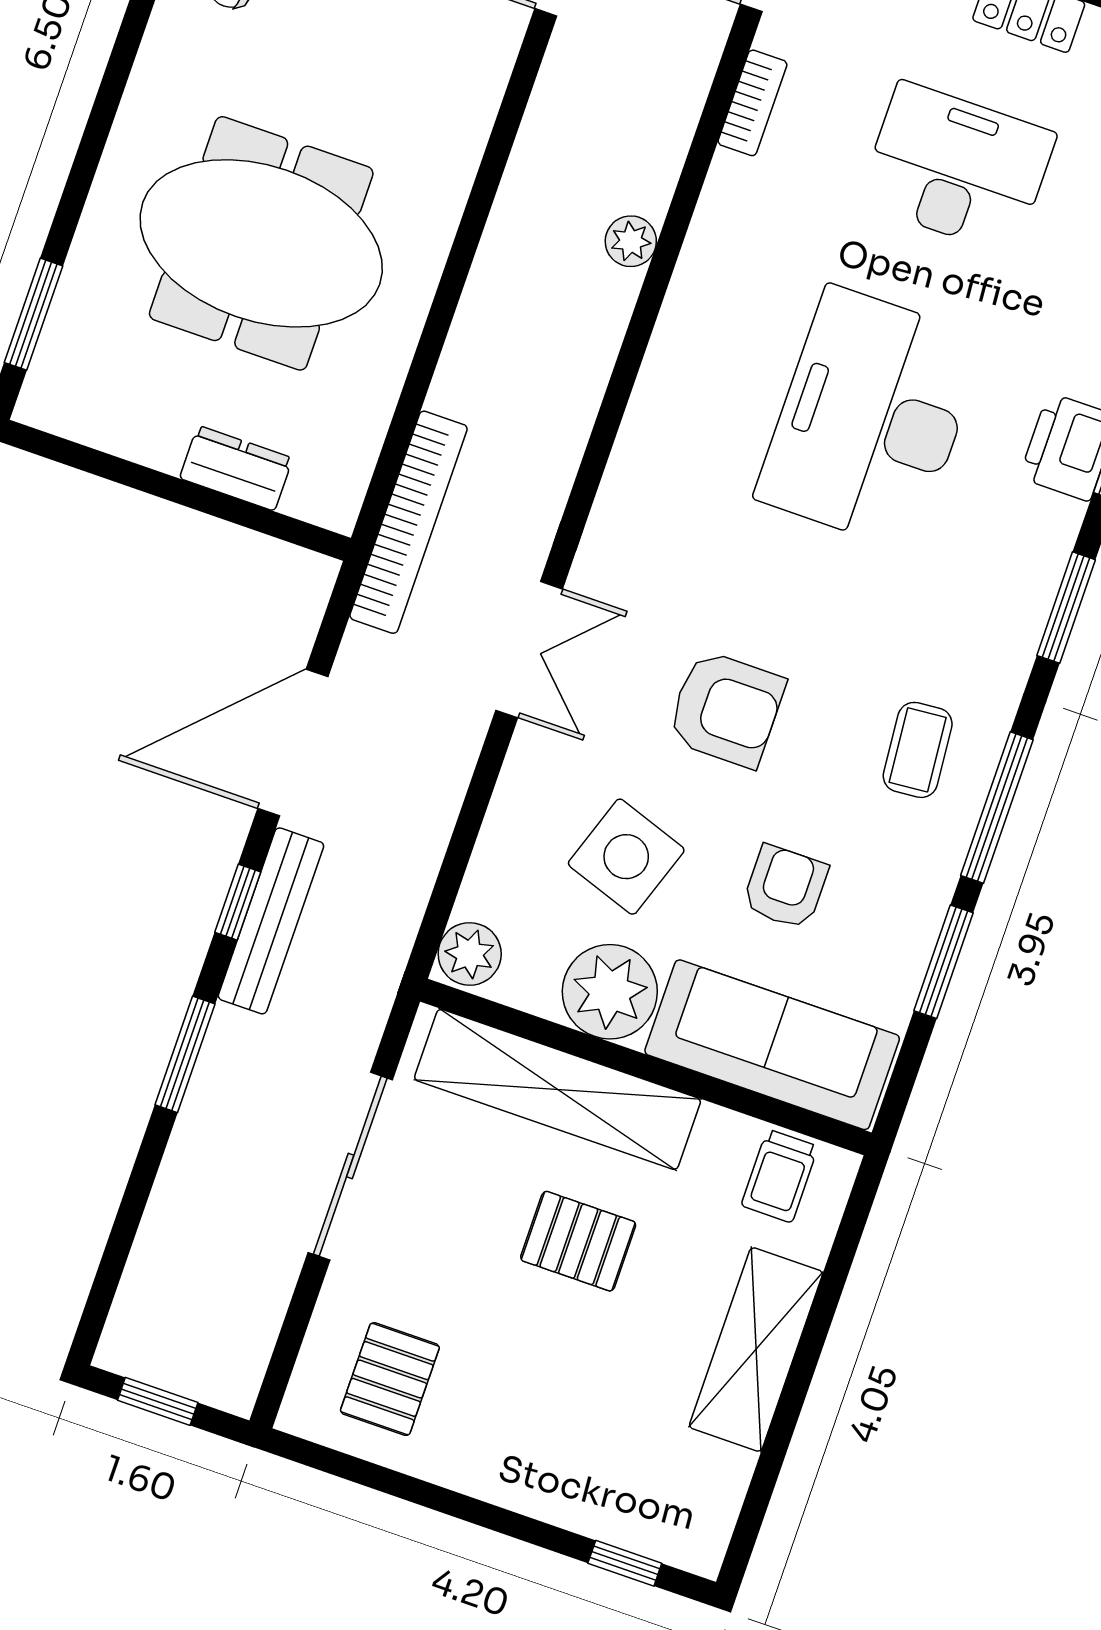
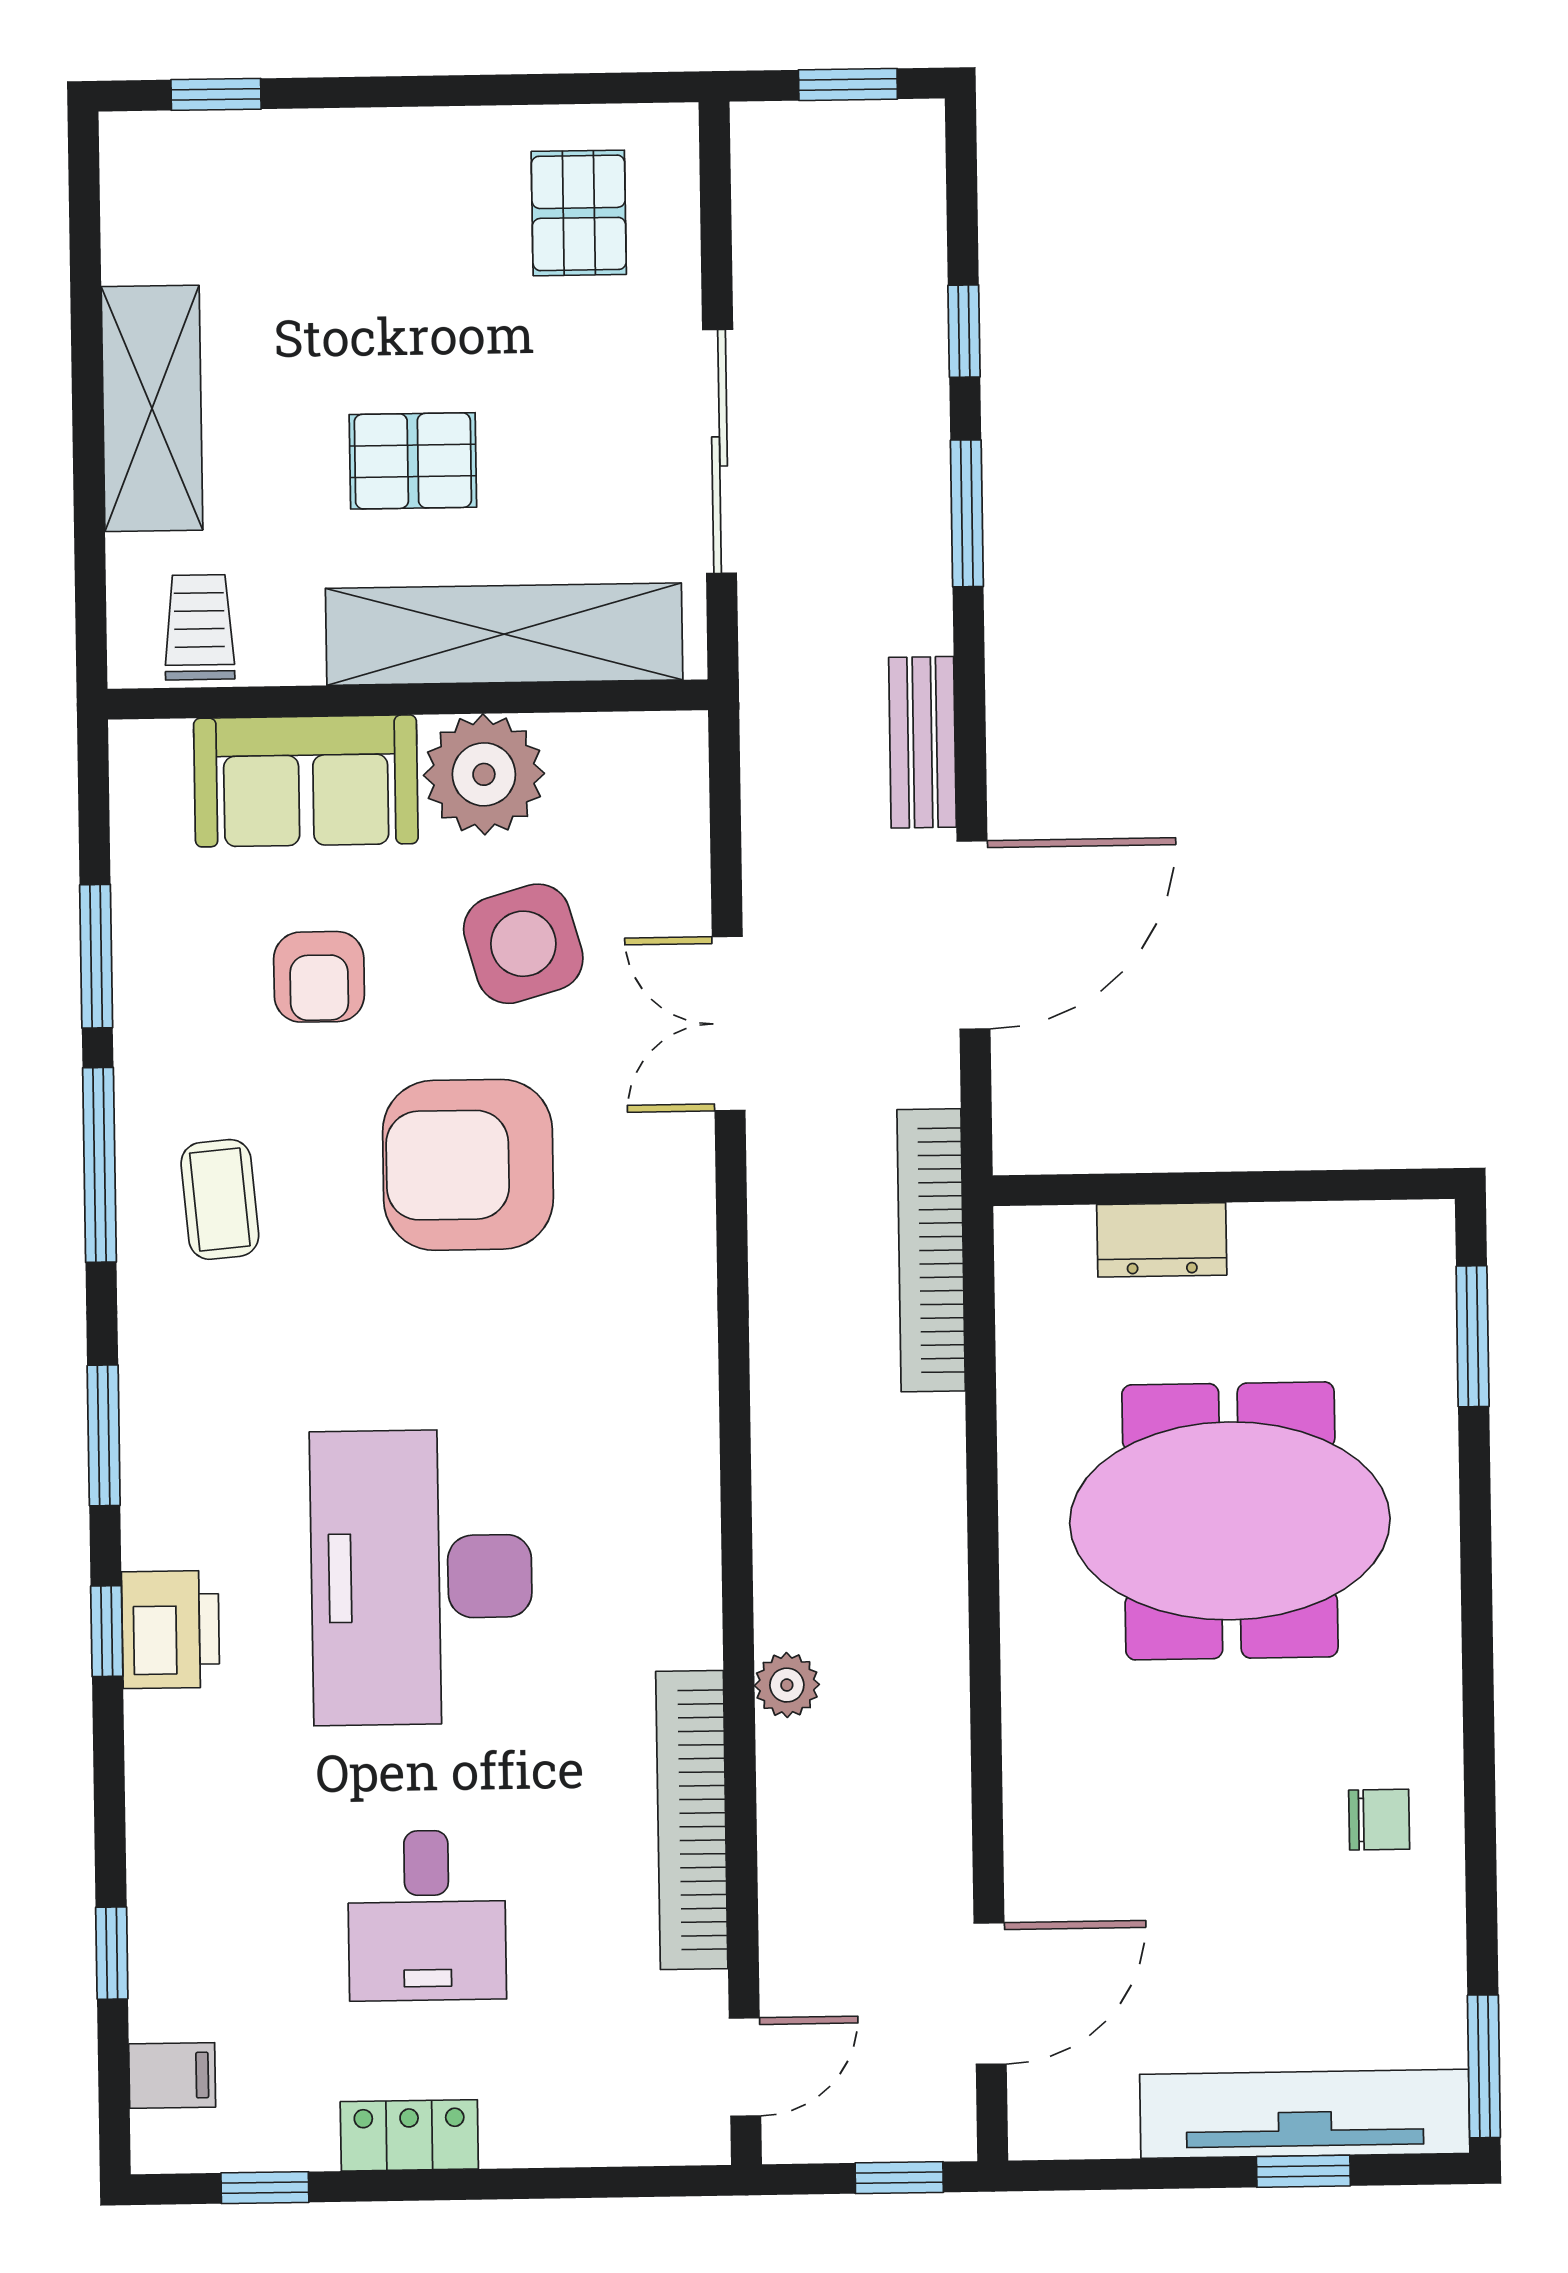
bookcase: (752, 103) -> (692, 1820), width x2.31, depth x1.31
desk: (957, 168) -> (427, 1915), width x0.73
desk: (870, 418) -> (422, 1577), turned 180
double door: (529, 650) -> (729, 1024), moved
armchair: (726, 709) -> (468, 1165), width x1.36, depth x1.36
side table: (626, 857) -> (523, 944), turned -35
window: (238, 902) -> (964, 331), moved
bench: (271, 921) -> (922, 742), width x0.73
plant: (470, 954) -> (669, 758), removed
sofa: (772, 1045) -> (306, 781), width x0.73

